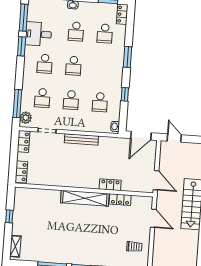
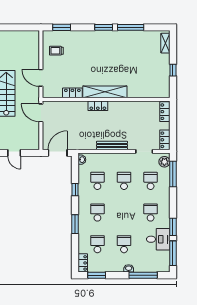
school desk: (74, 66) -> (97, 213), moved
door: (174, 138) -> (14, 153), moved
locker: (110, 185) -> (98, 106), moved

